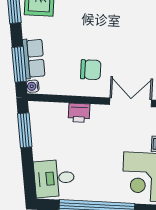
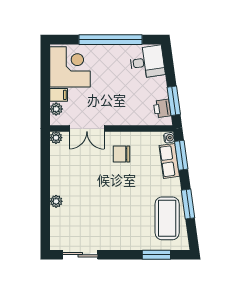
printer: (79, 113) -> (162, 108), moved, turned -98

